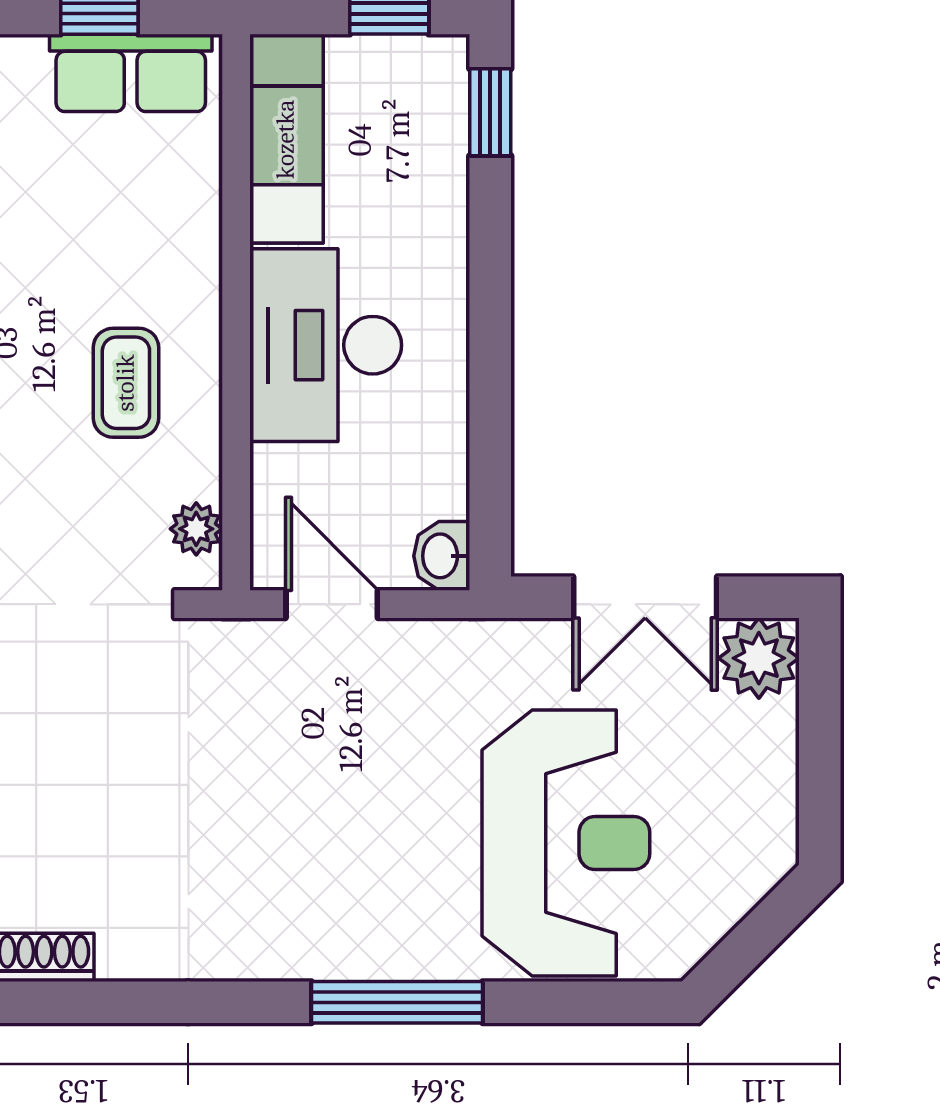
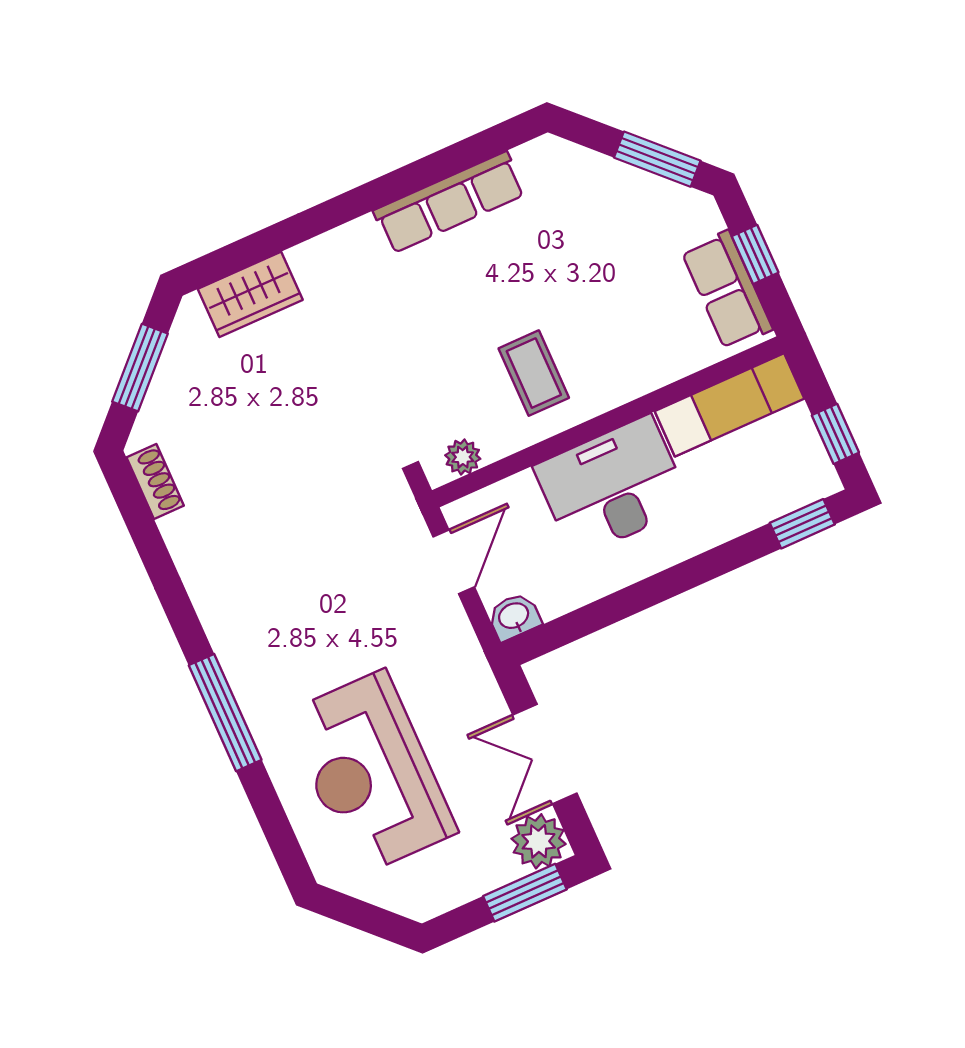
coffee table: (126, 383) -> (534, 373), turned 90
window: (820, 707) -> (525, 893), added
reception desk: (566, 843) -> (371, 773), turned 90

